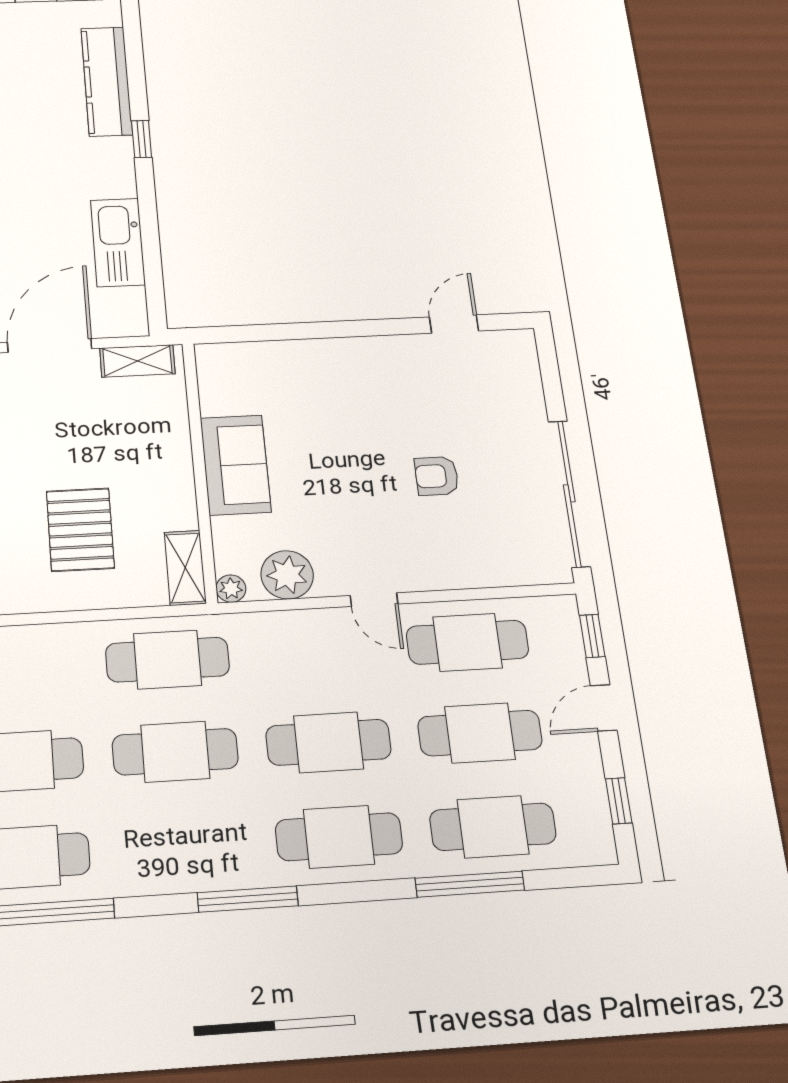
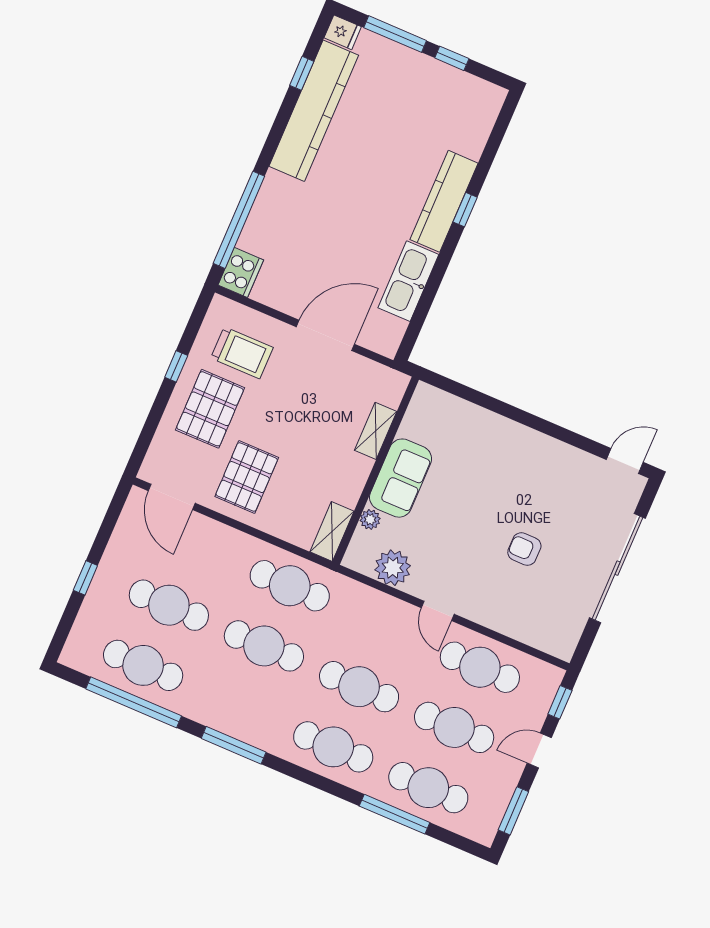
kitchen counter: (107, 81) -> (444, 201), moved
door: (454, 324) -> (625, 461), moved
shelving: (137, 361) -> (376, 431), moved, turned 90
sliding door: (569, 493) -> (617, 568), moved
pallet: (80, 530) -> (247, 477), moved
plant: (231, 589) -> (370, 519), moved
window: (619, 801) -> (513, 811), width x1.50
window: (248, 899) -> (234, 745), moved

